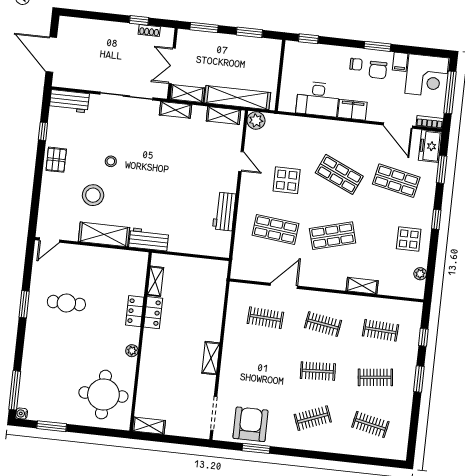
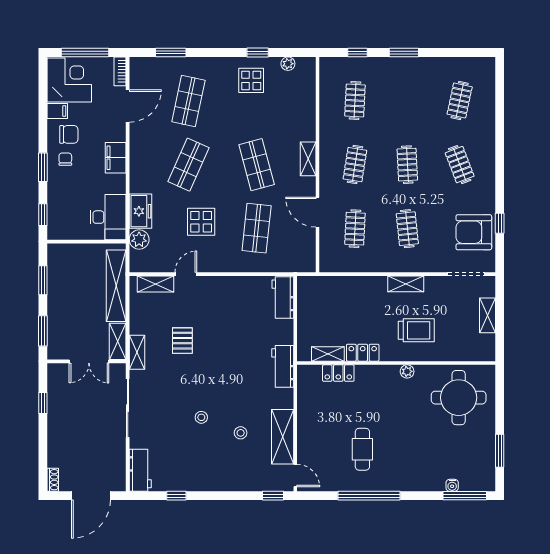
shoe rack: (149, 31) -> (53, 480), moved
window: (377, 46) -> (43, 167), moved
desk: (318, 99) -> (108, 217), moved
shelving: (223, 116) -> (156, 284), moved, turned 90
plant: (256, 121) -> (139, 239), moved
freezer: (430, 146) -> (140, 211), moved, turned -90
pallet: (56, 160) -> (182, 341), moved, turned 90
stool: (93, 195) -> (241, 433), width x0.53, depth x0.53
workbench: (224, 211) -> (283, 297), moved, turned 90
window: (33, 218) -> (273, 496), added
window: (436, 219) -> (258, 53), moved
shelving: (104, 234) -> (283, 437), moved
shelving: (362, 286) -> (308, 159), moved
window: (24, 304) -> (369, 496), width x2.11
locker: (135, 311) -> (338, 373), moved
trolley: (168, 363) -> (416, 330), added
clothes rail: (375, 377) -> (407, 229), moved
water cooler: (22, 414) -> (452, 485), moved
shelving: (149, 426) -> (488, 315), moved
window: (256, 448) -> (500, 223), width x0.67

